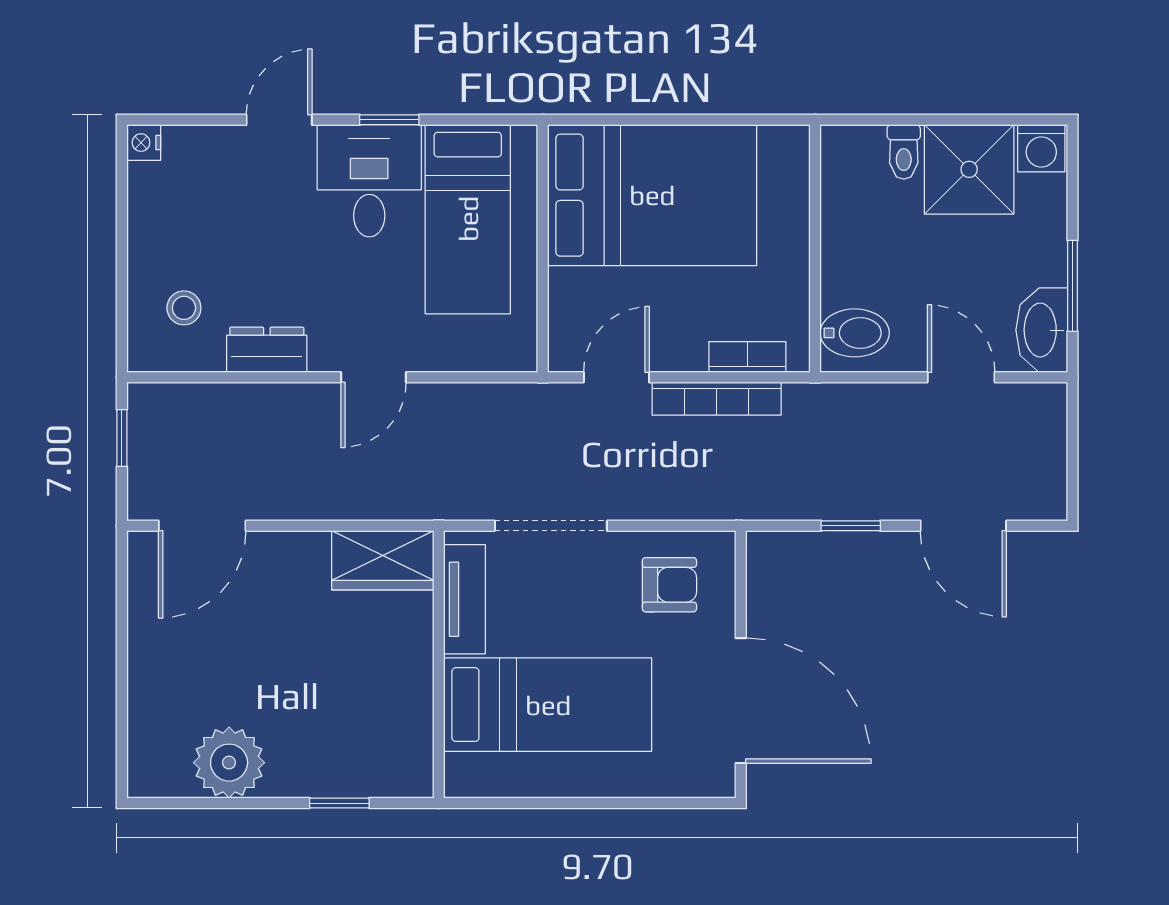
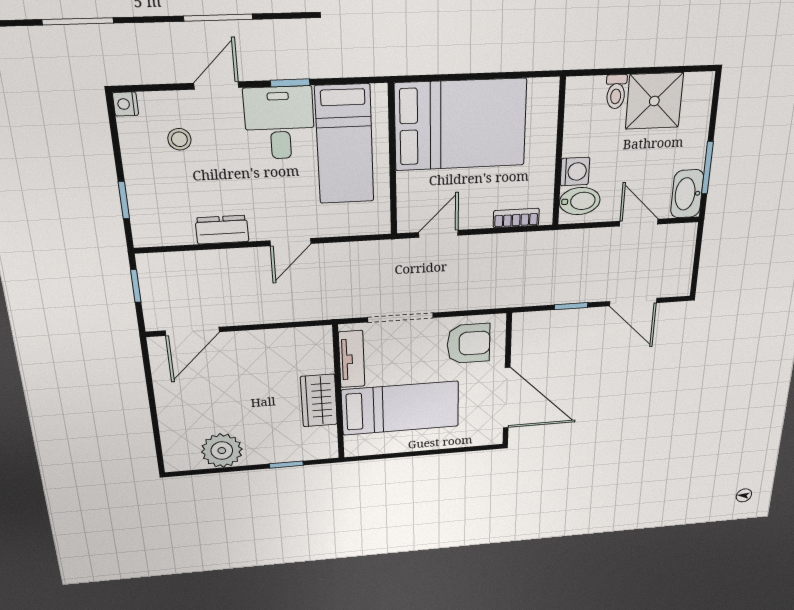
washing machine: (1041, 148) -> (575, 172), moved, turned -90
window: (122, 292) -> (124, 200), added
stool: (184, 308) -> (179, 139), moved
bookcase: (717, 399) -> (497, 243), removed
wardrobe: (383, 560) -> (319, 401), moved, turned 90
armchair: (669, 585) -> (469, 343), width x1.38, depth x1.38

